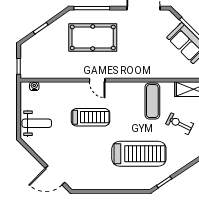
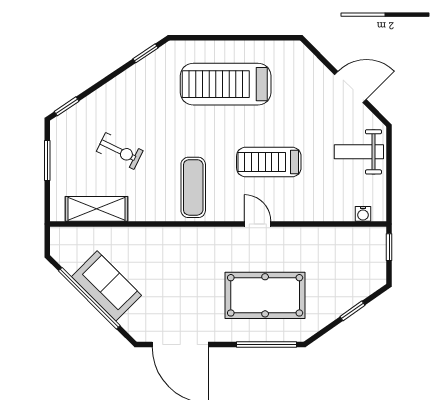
exercise mat: (152, 101) -> (193, 187), moved
treadmill: (139, 154) -> (226, 84), moved
door: (55, 175) -> (350, 87), moved

